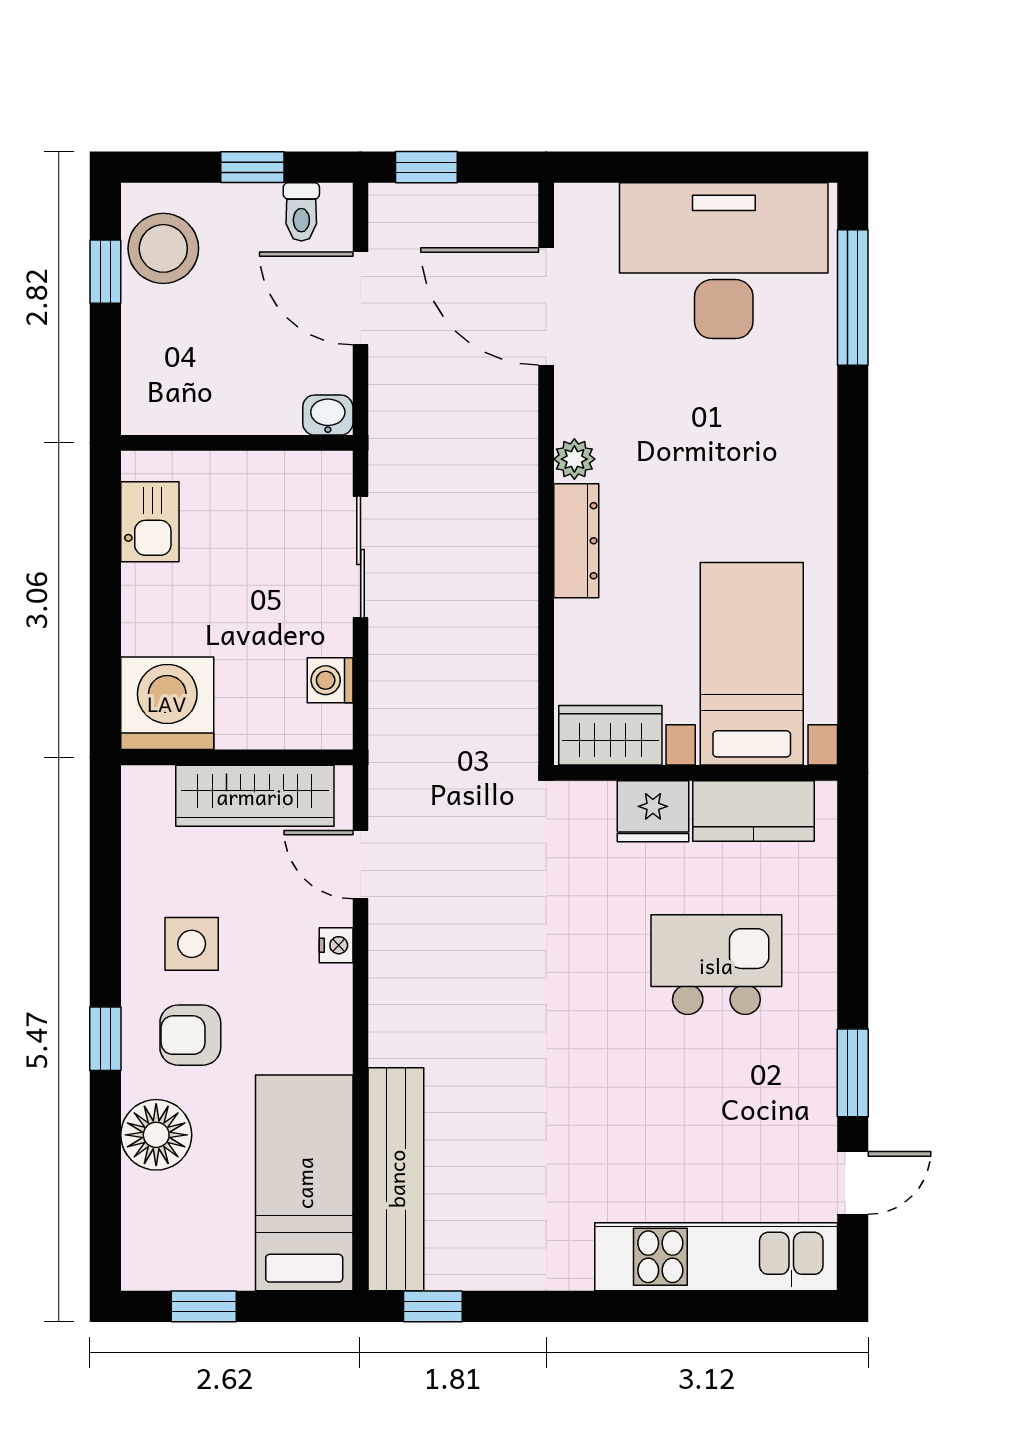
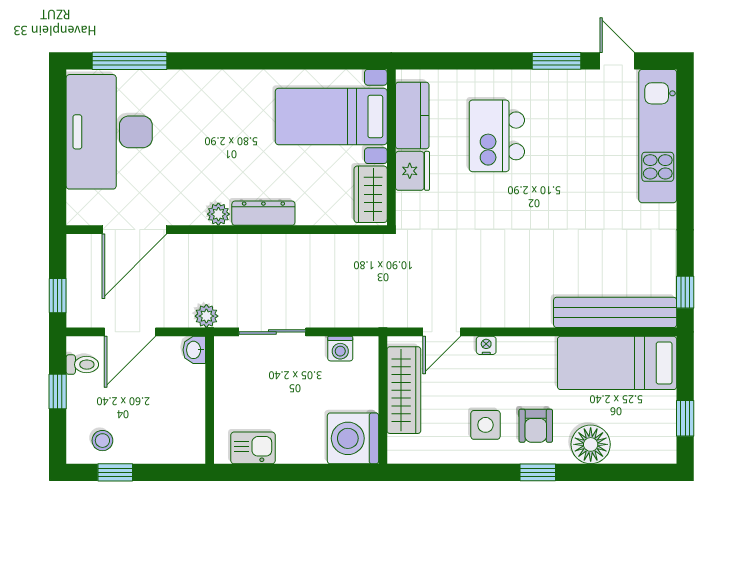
stool: (163, 248) -> (102, 441), width x0.53, depth x0.53
plant: (389, 437) -> (206, 316), added

